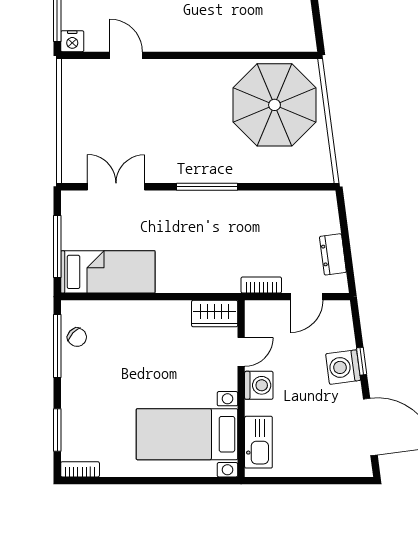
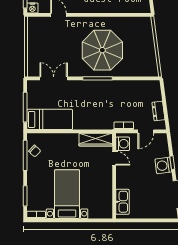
parasol: (275, 105) -> (102, 50), moved
wardrobe: (215, 314) -> (96, 140), width x1.50
door: (241, 352) -> (114, 158), hinge flipped
washing machine: (259, 385) -> (123, 144), moved
bed with nightstands: (187, 434) -> (67, 194), moved, turned 90

